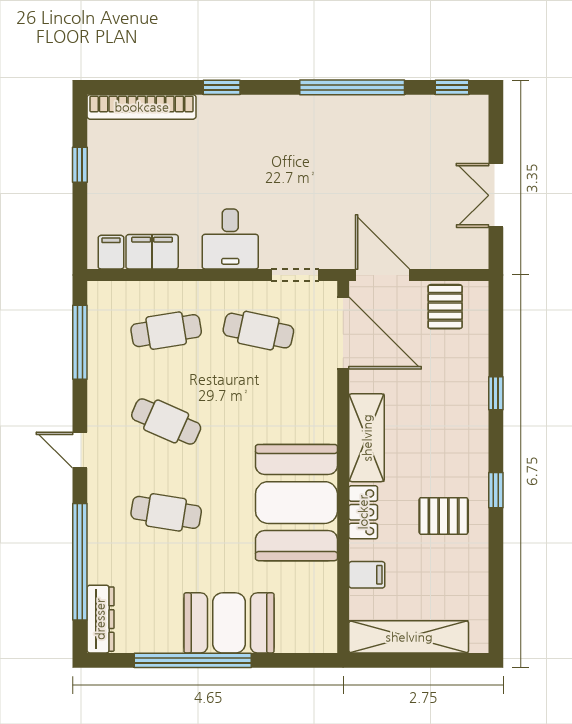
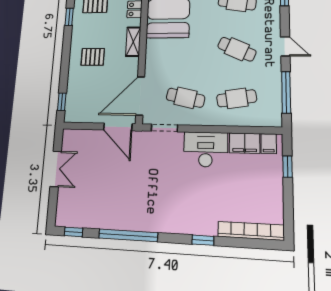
window: (80, 165) -> (288, 167), moved
desk: (230, 239) -> (206, 149), width x1.37
pallet: (445, 307) -> (93, 57), moved, turned 90
door: (343, 333) -> (140, 96), hinge flipped
window: (496, 393) -> (62, 102), moved
shelving: (367, 438) -> (133, 42), width x0.67, depth x0.75
door: (80, 450) -> (285, 46), moved

